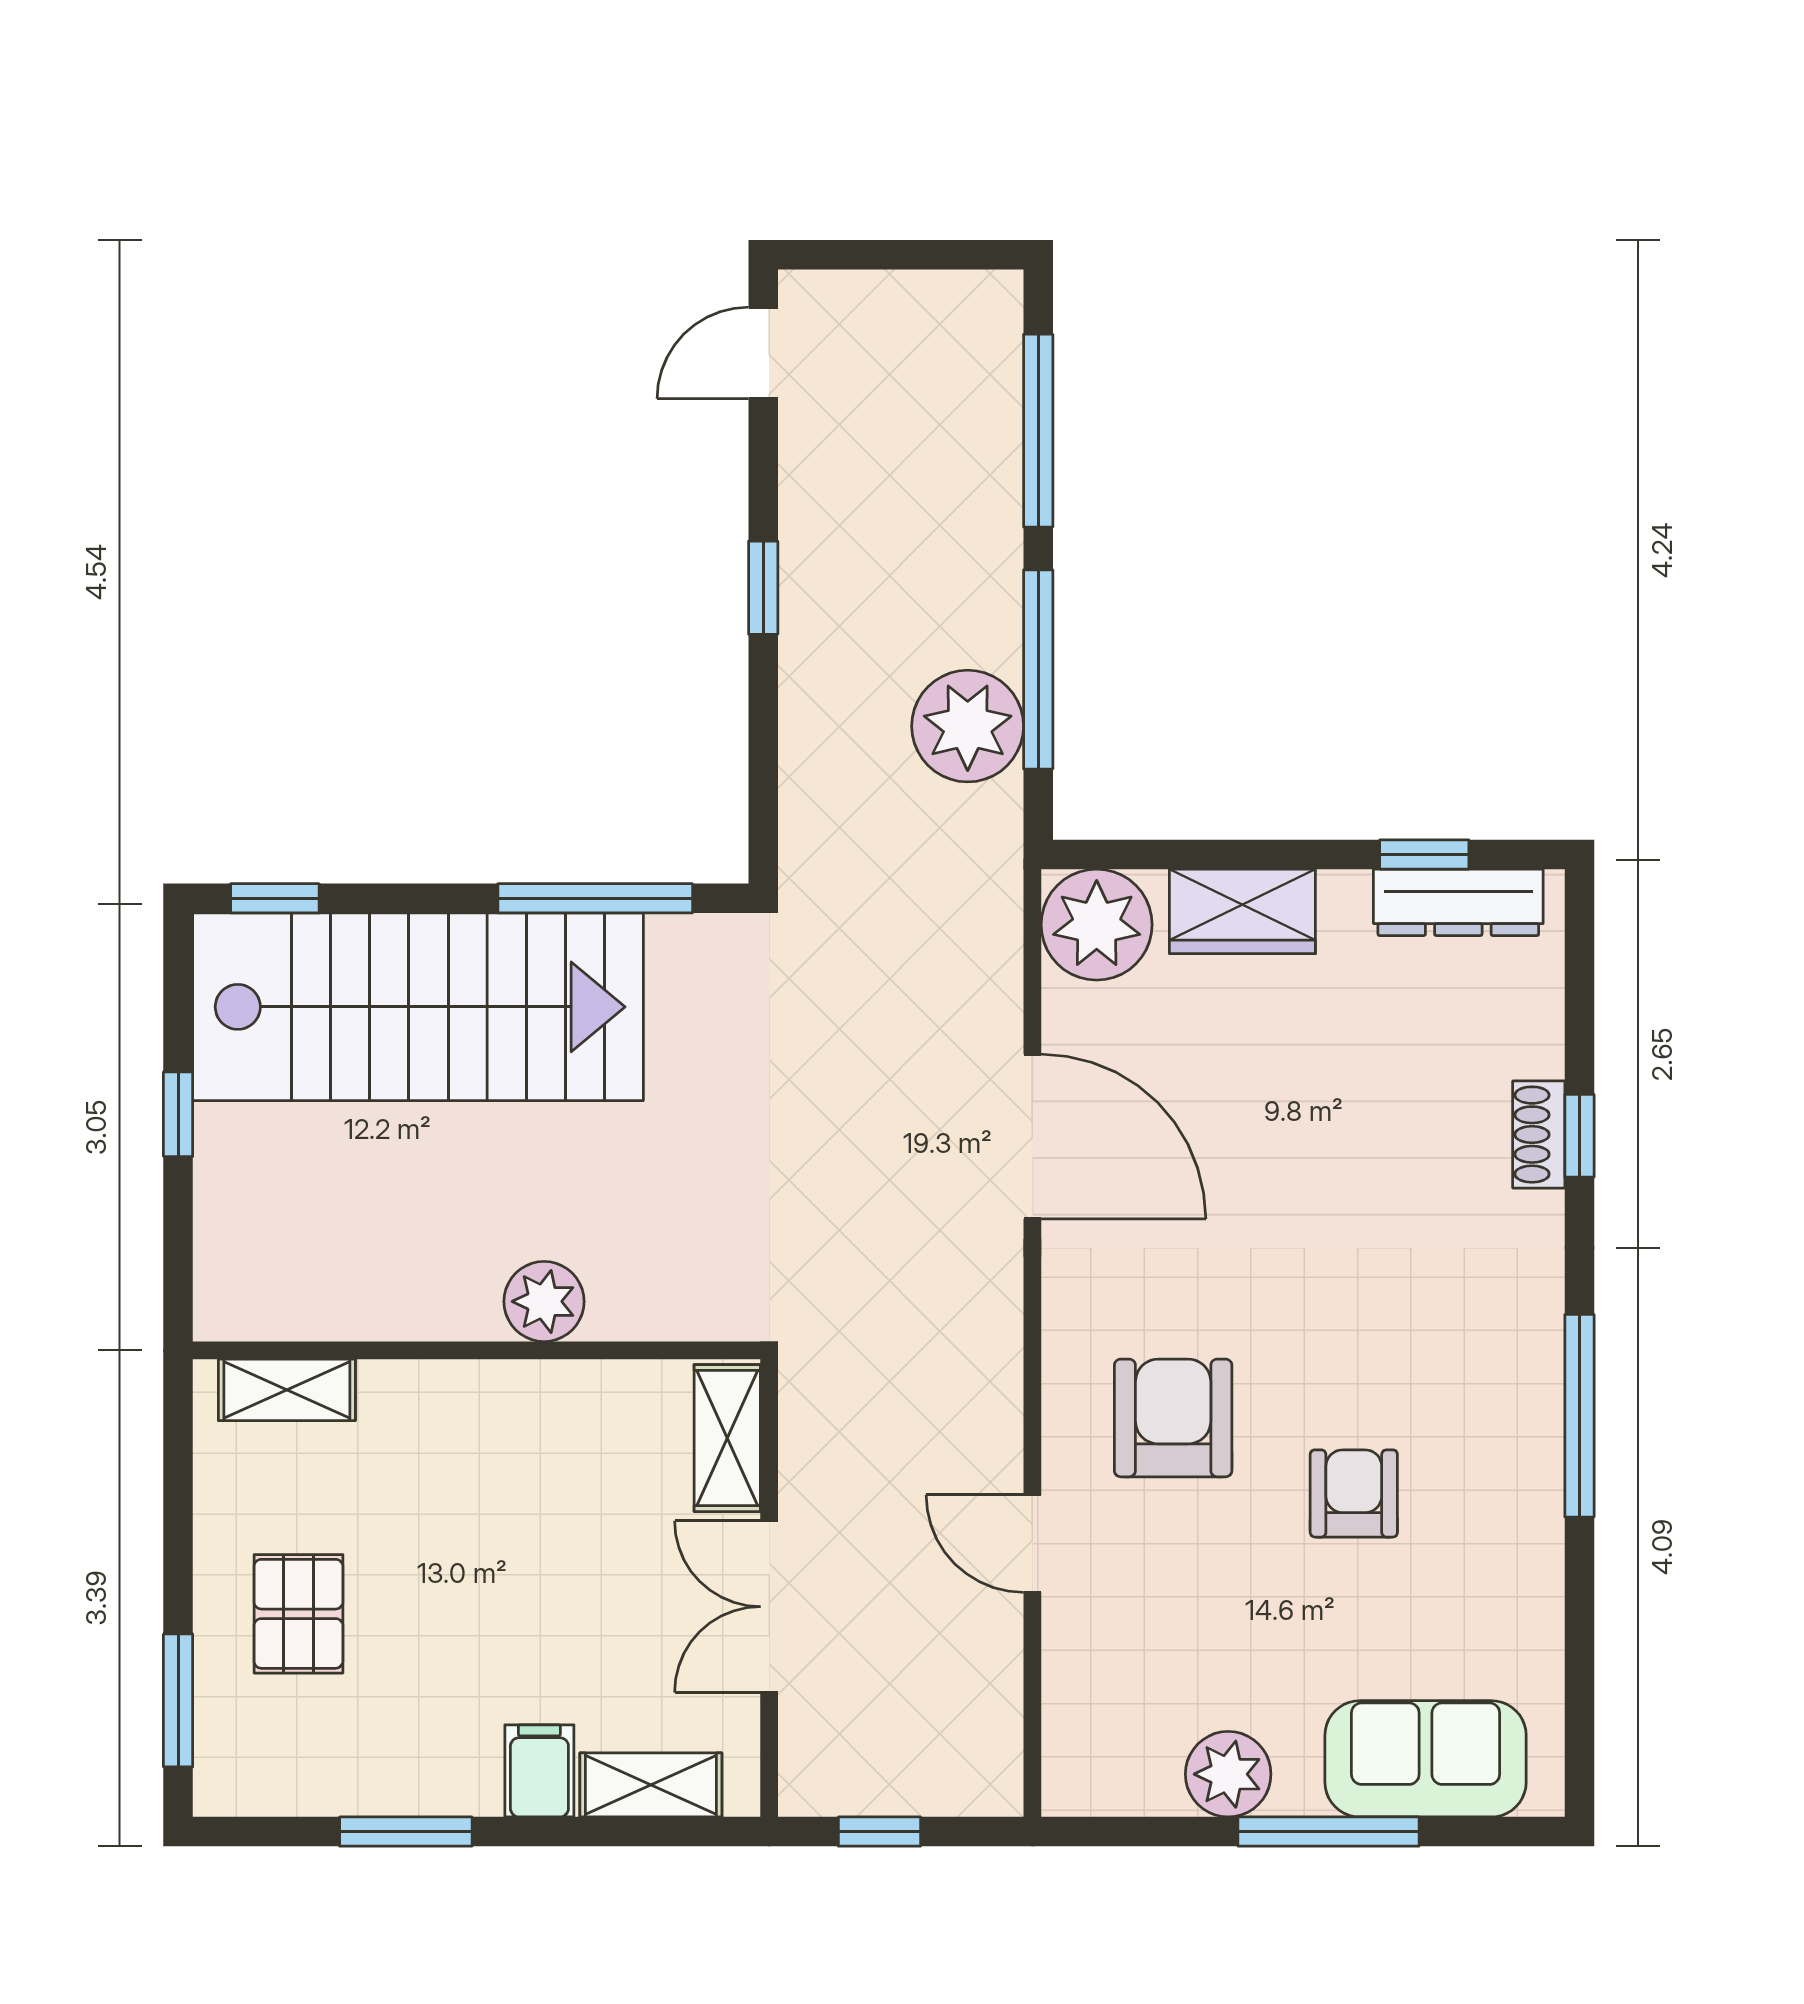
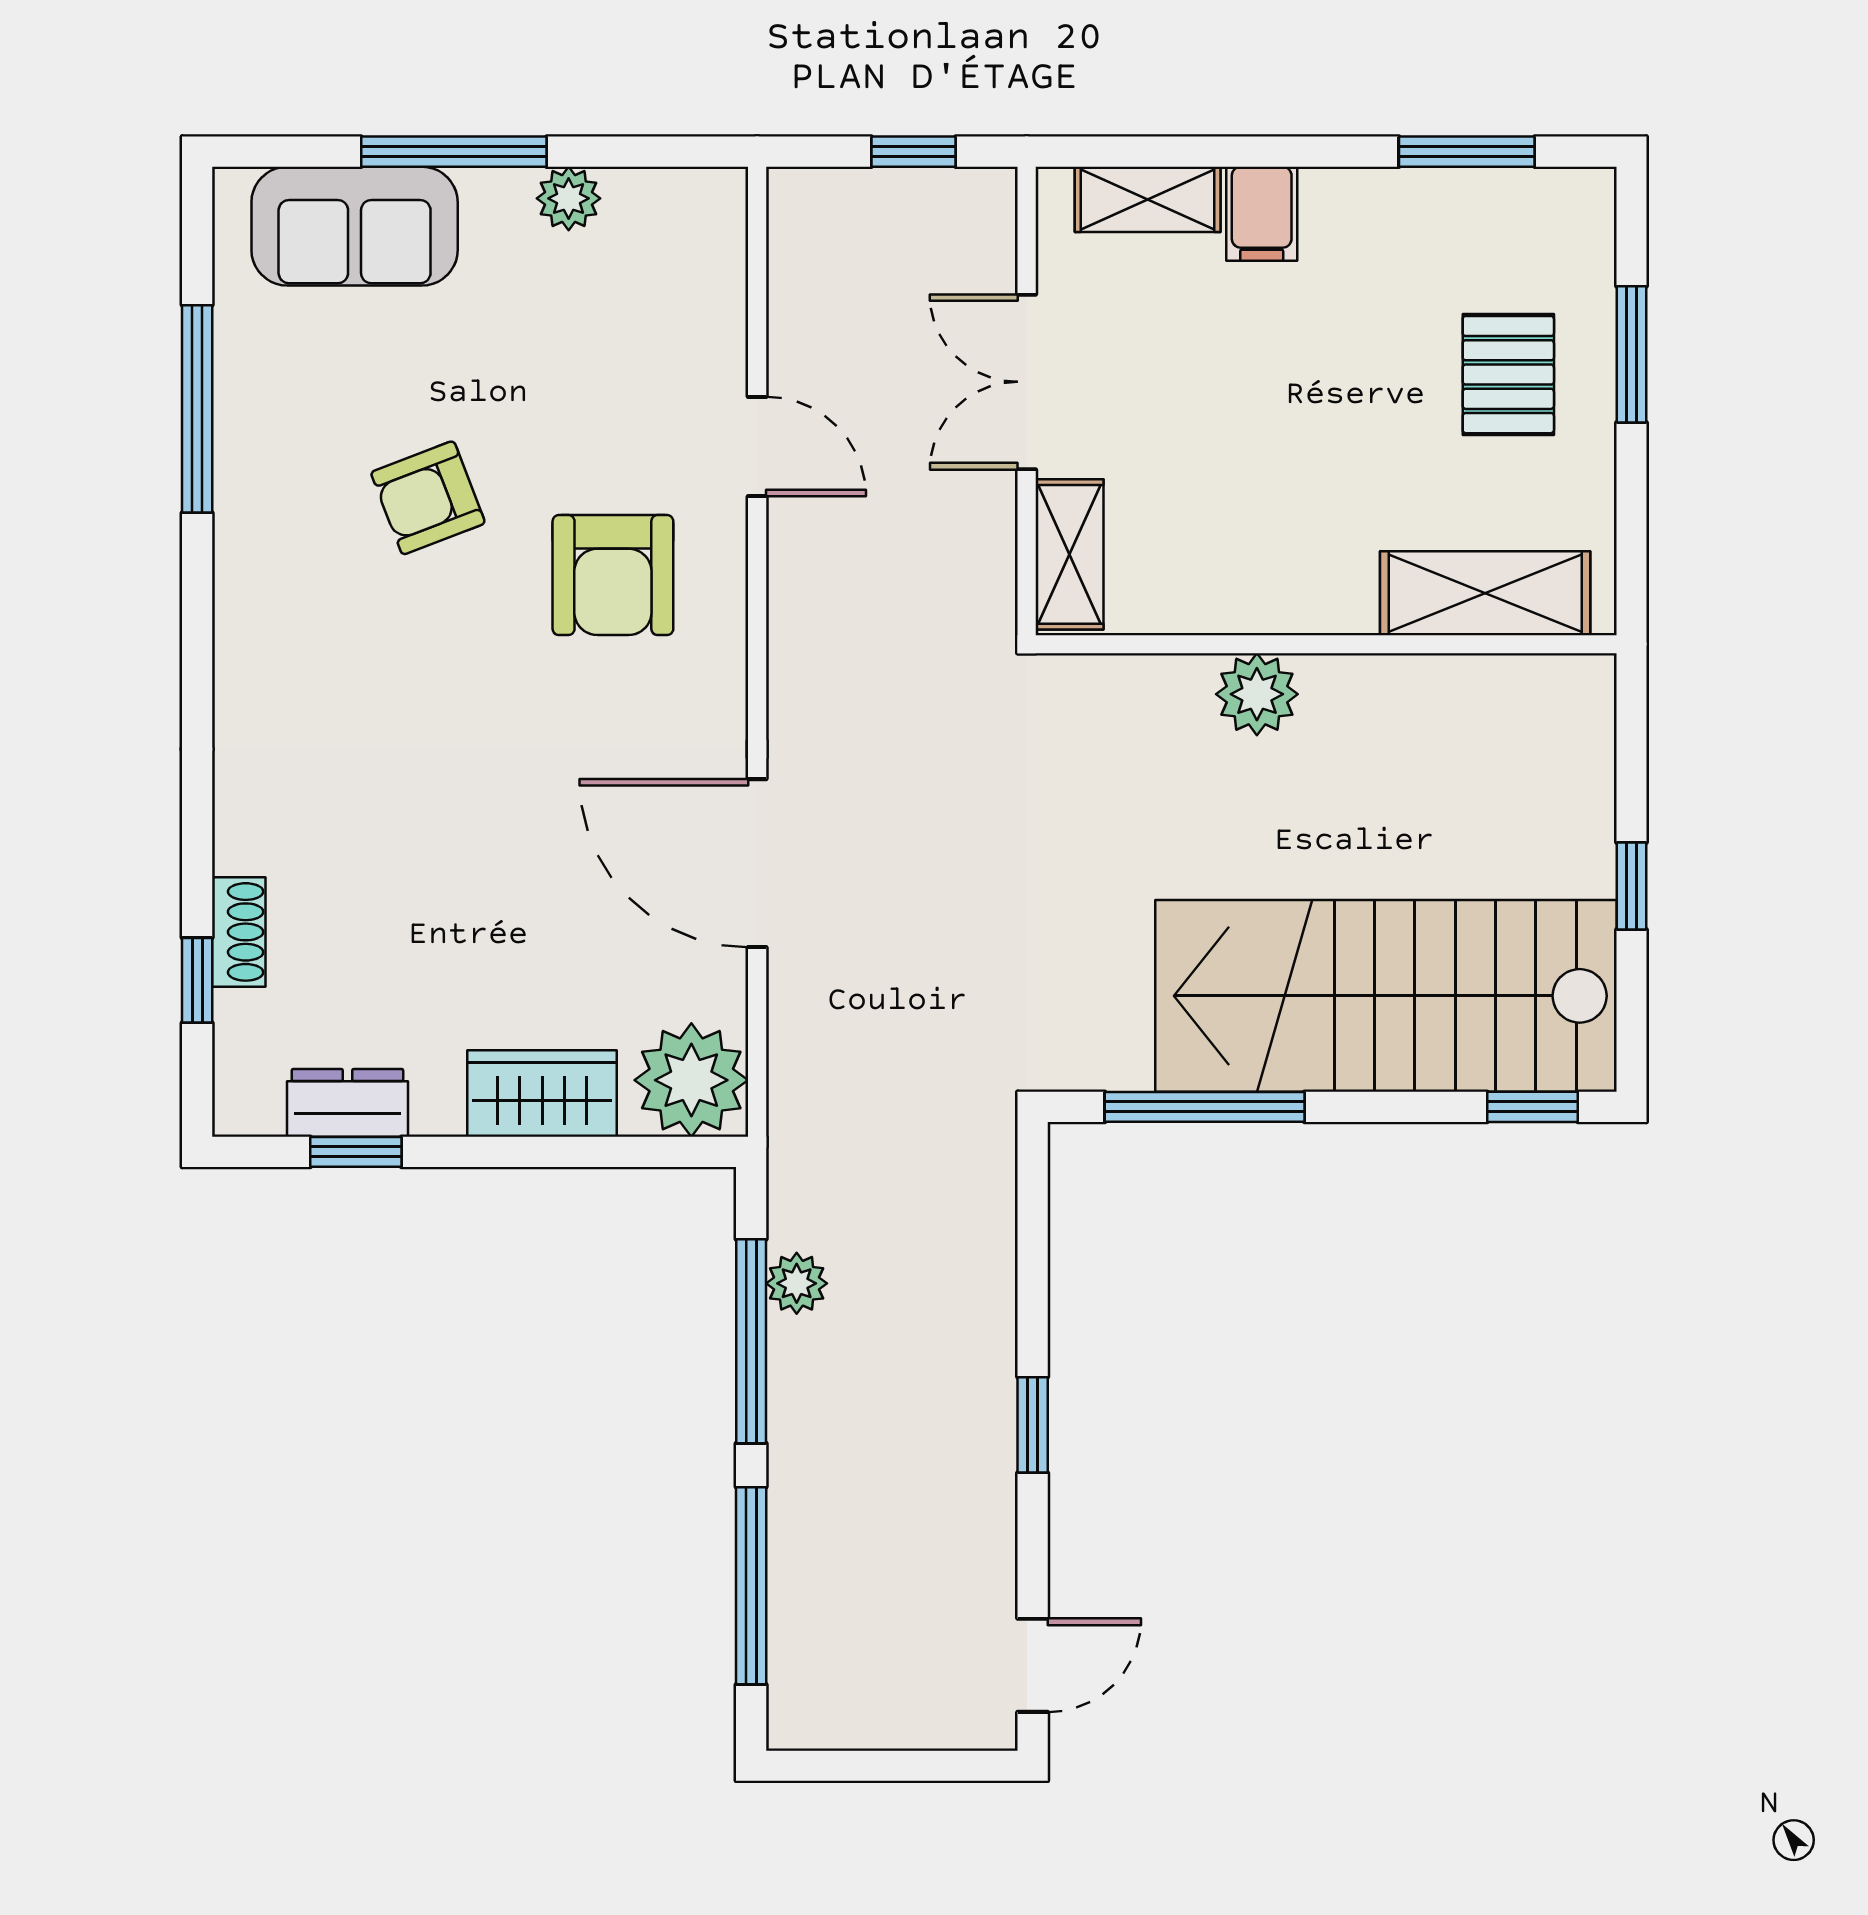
plant: (968, 726) -> (797, 1283), width x0.53, depth x0.53
dresser: (1458, 902) -> (347, 1103), width x0.70
shoe rack: (1539, 1135) -> (239, 932), moved
window: (1579, 1136) -> (197, 980), moved
shelving: (287, 1390) -> (1485, 593), width x1.50, depth x1.33
window: (1579, 1416) -> (197, 409), moved
armchair: (1354, 1493) -> (428, 498), turned 69
double door: (769, 1607) -> (1027, 382), swing flipped
window: (178, 1700) -> (1632, 354), moved
plant: (1228, 1774) -> (569, 198), width x0.73, depth x0.73
window: (406, 1832) -> (1467, 152), moved

